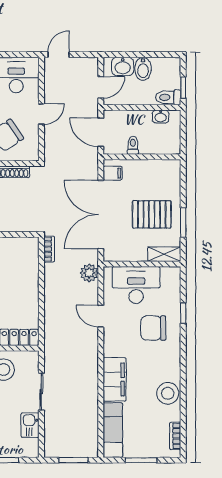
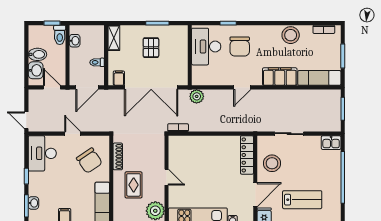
pallet: (152, 214) -> (151, 48), width x0.67, depth x0.71
shelving: (164, 254) -> (114, 38), moved
desk: (136, 285) -> (206, 47), moved
door: (101, 316) -> (242, 87), moved
kitchen sink: (30, 425) -> (331, 143), moved

